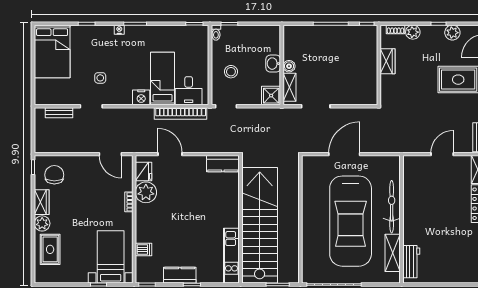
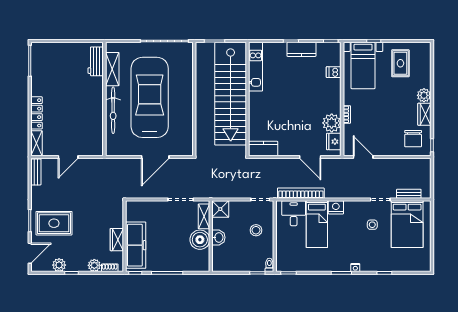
bed: (52, 51) -> (407, 224), moved, turned 180
freezer: (366, 55) -> (136, 245), added
boiler: (289, 66) -> (200, 240), width x1.86, depth x1.86
rug: (50, 249) -> (400, 63), moved

